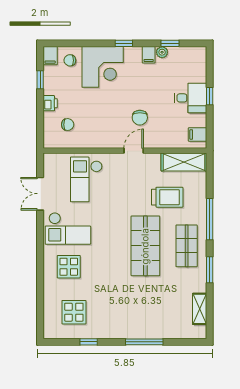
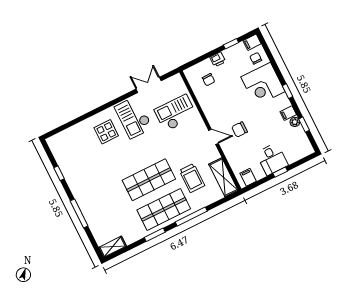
shop shelf: (187, 246) -> (164, 209), width x1.43, depth x1.36
shelving: (200, 309) -> (113, 247), moved
display table: (74, 312) -> (75, 152), removed

